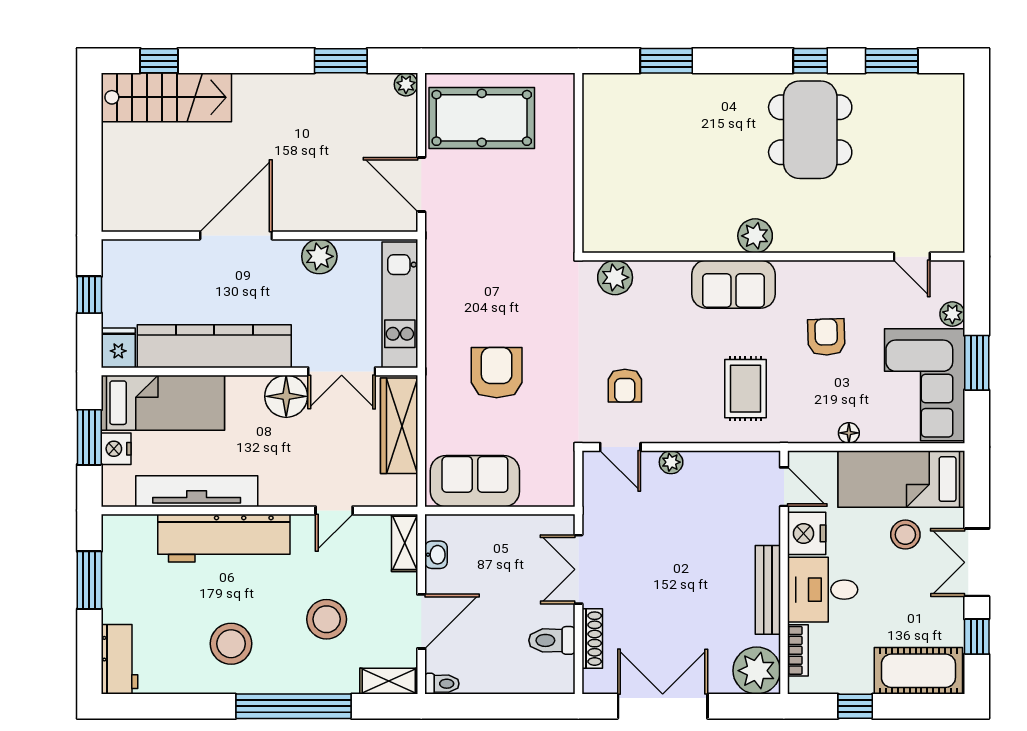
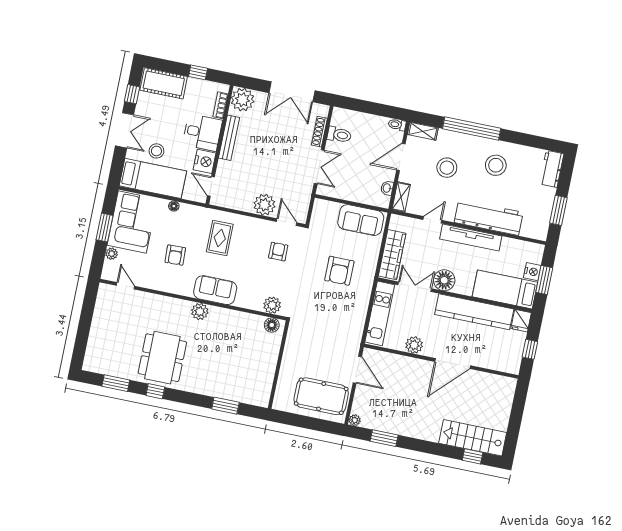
floor lamp: (608, 238) -> (272, 325), added
plant: (671, 462) -> (264, 205), width x1.88, depth x1.88
tv unit: (197, 491) -> (471, 238), moved

